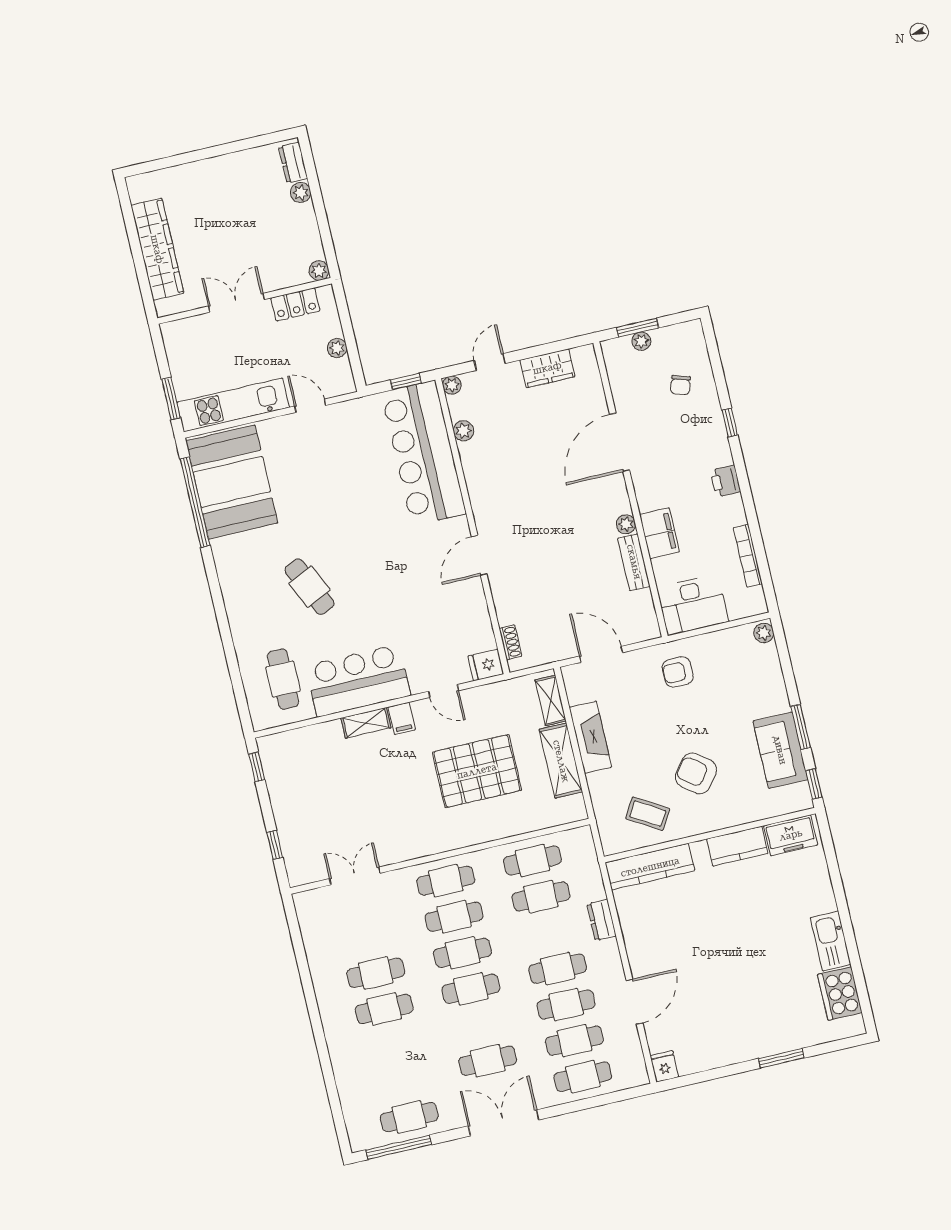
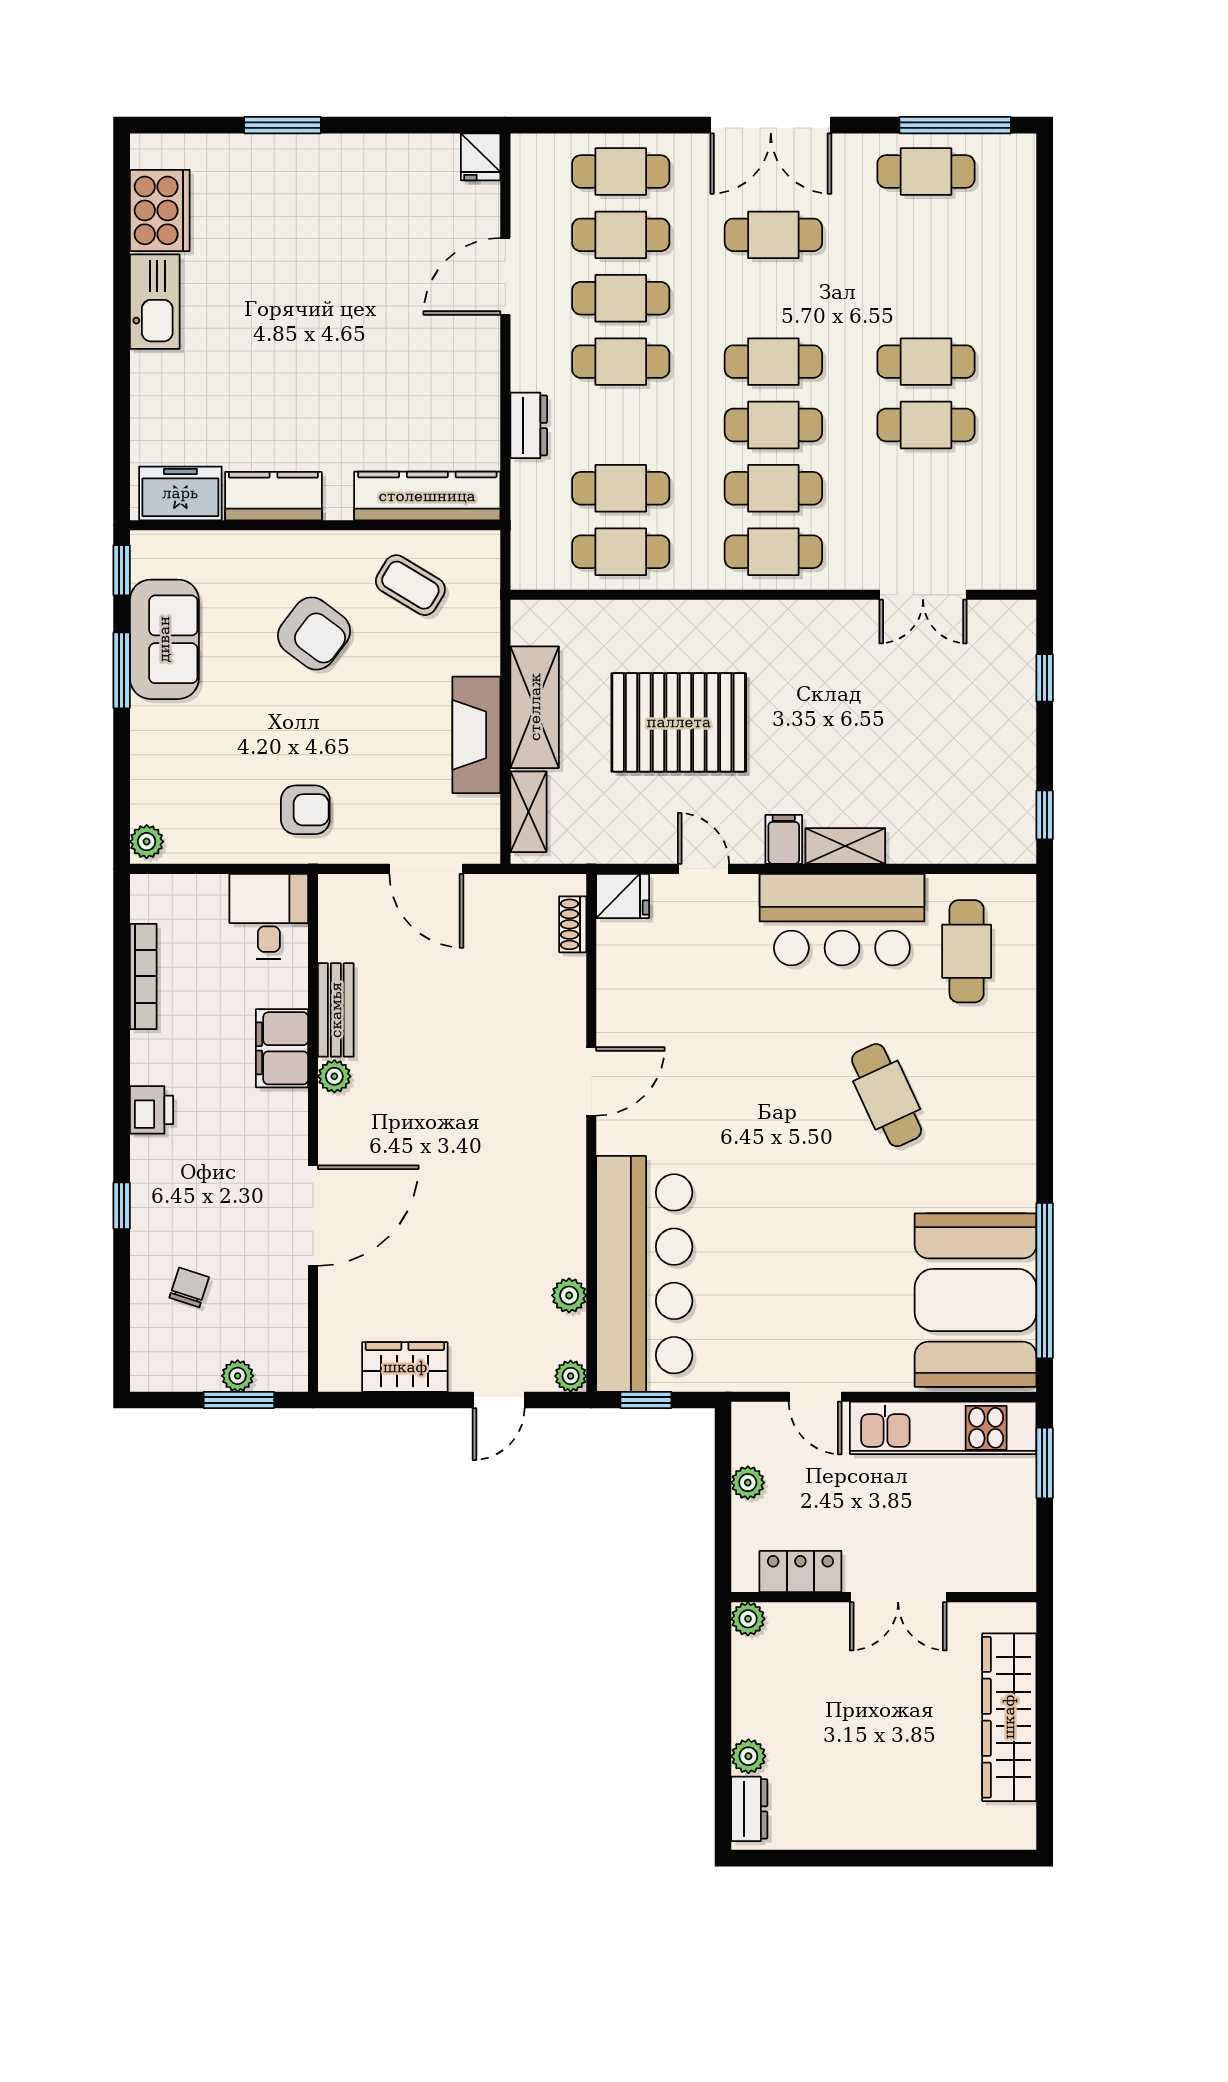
desk: (693, 605) -> (269, 916), width x0.73

